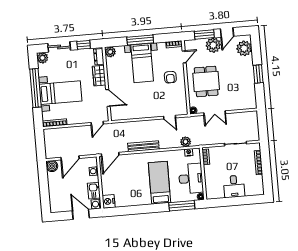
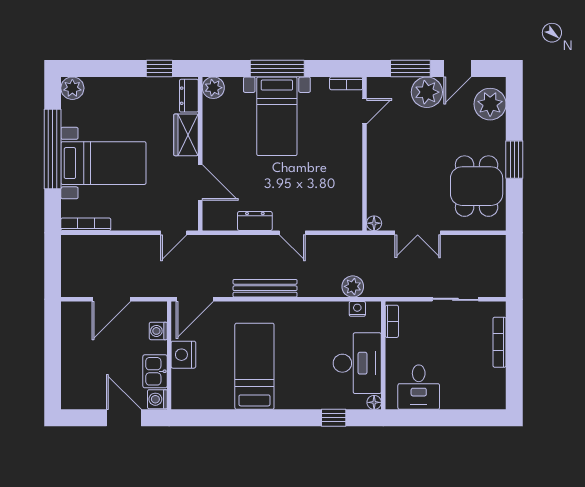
sliding door: (59, 47) -> (109, 68), removed
armchair: (170, 77) -> (333, 151), removed
dining table: (206, 81) -> (477, 186), moved
dresser: (136, 114) -> (255, 221), added
door: (170, 117) -> (292, 233), moved
boiler: (52, 166) -> (73, 313), removed
bed: (160, 183) -> (254, 366), moved
desk: (234, 186) -> (419, 387), moved
nightstand: (109, 201) -> (183, 355), moved
window: (182, 206) -> (334, 418), width x0.46

